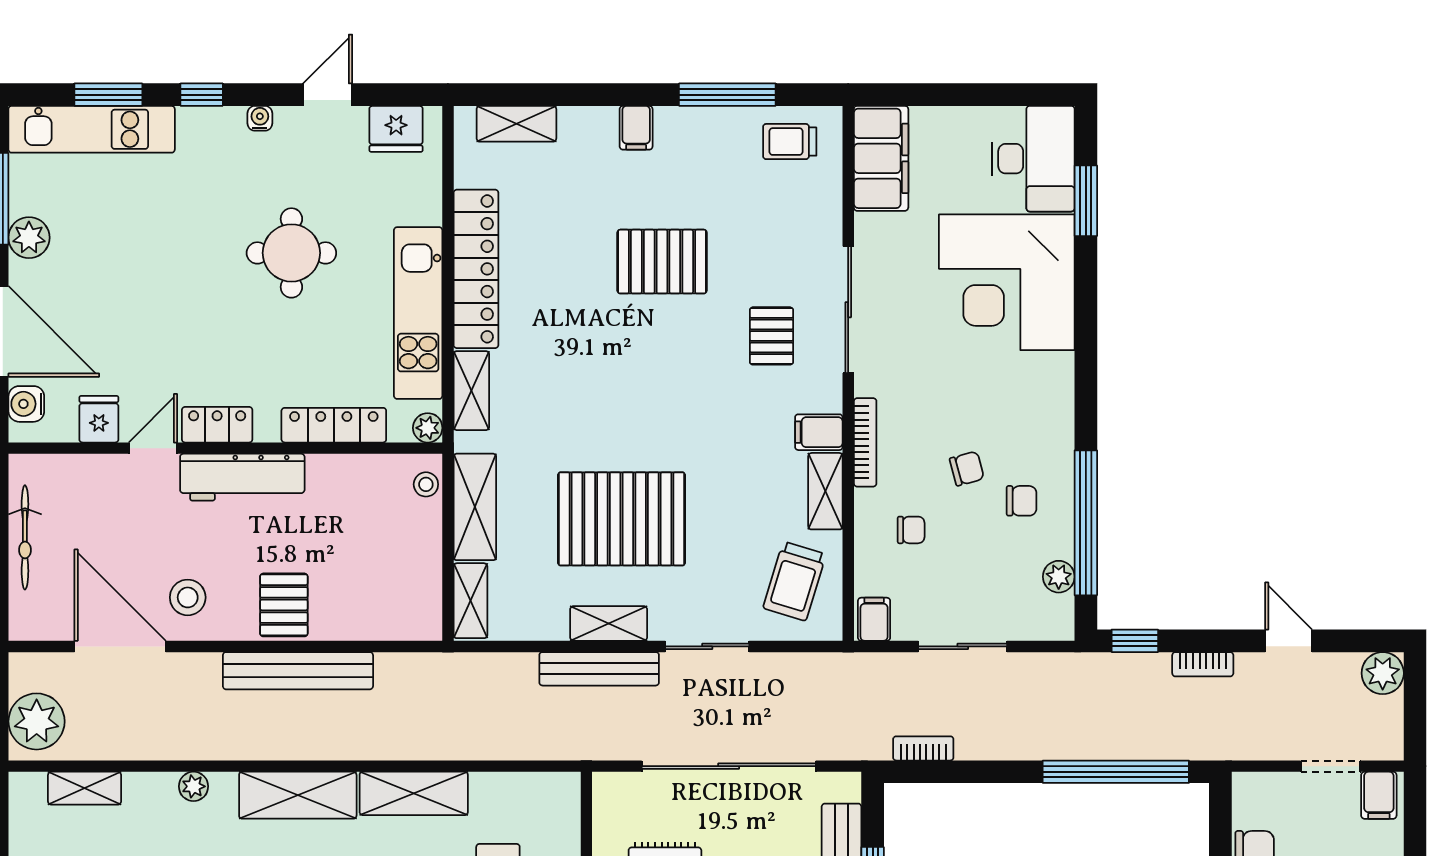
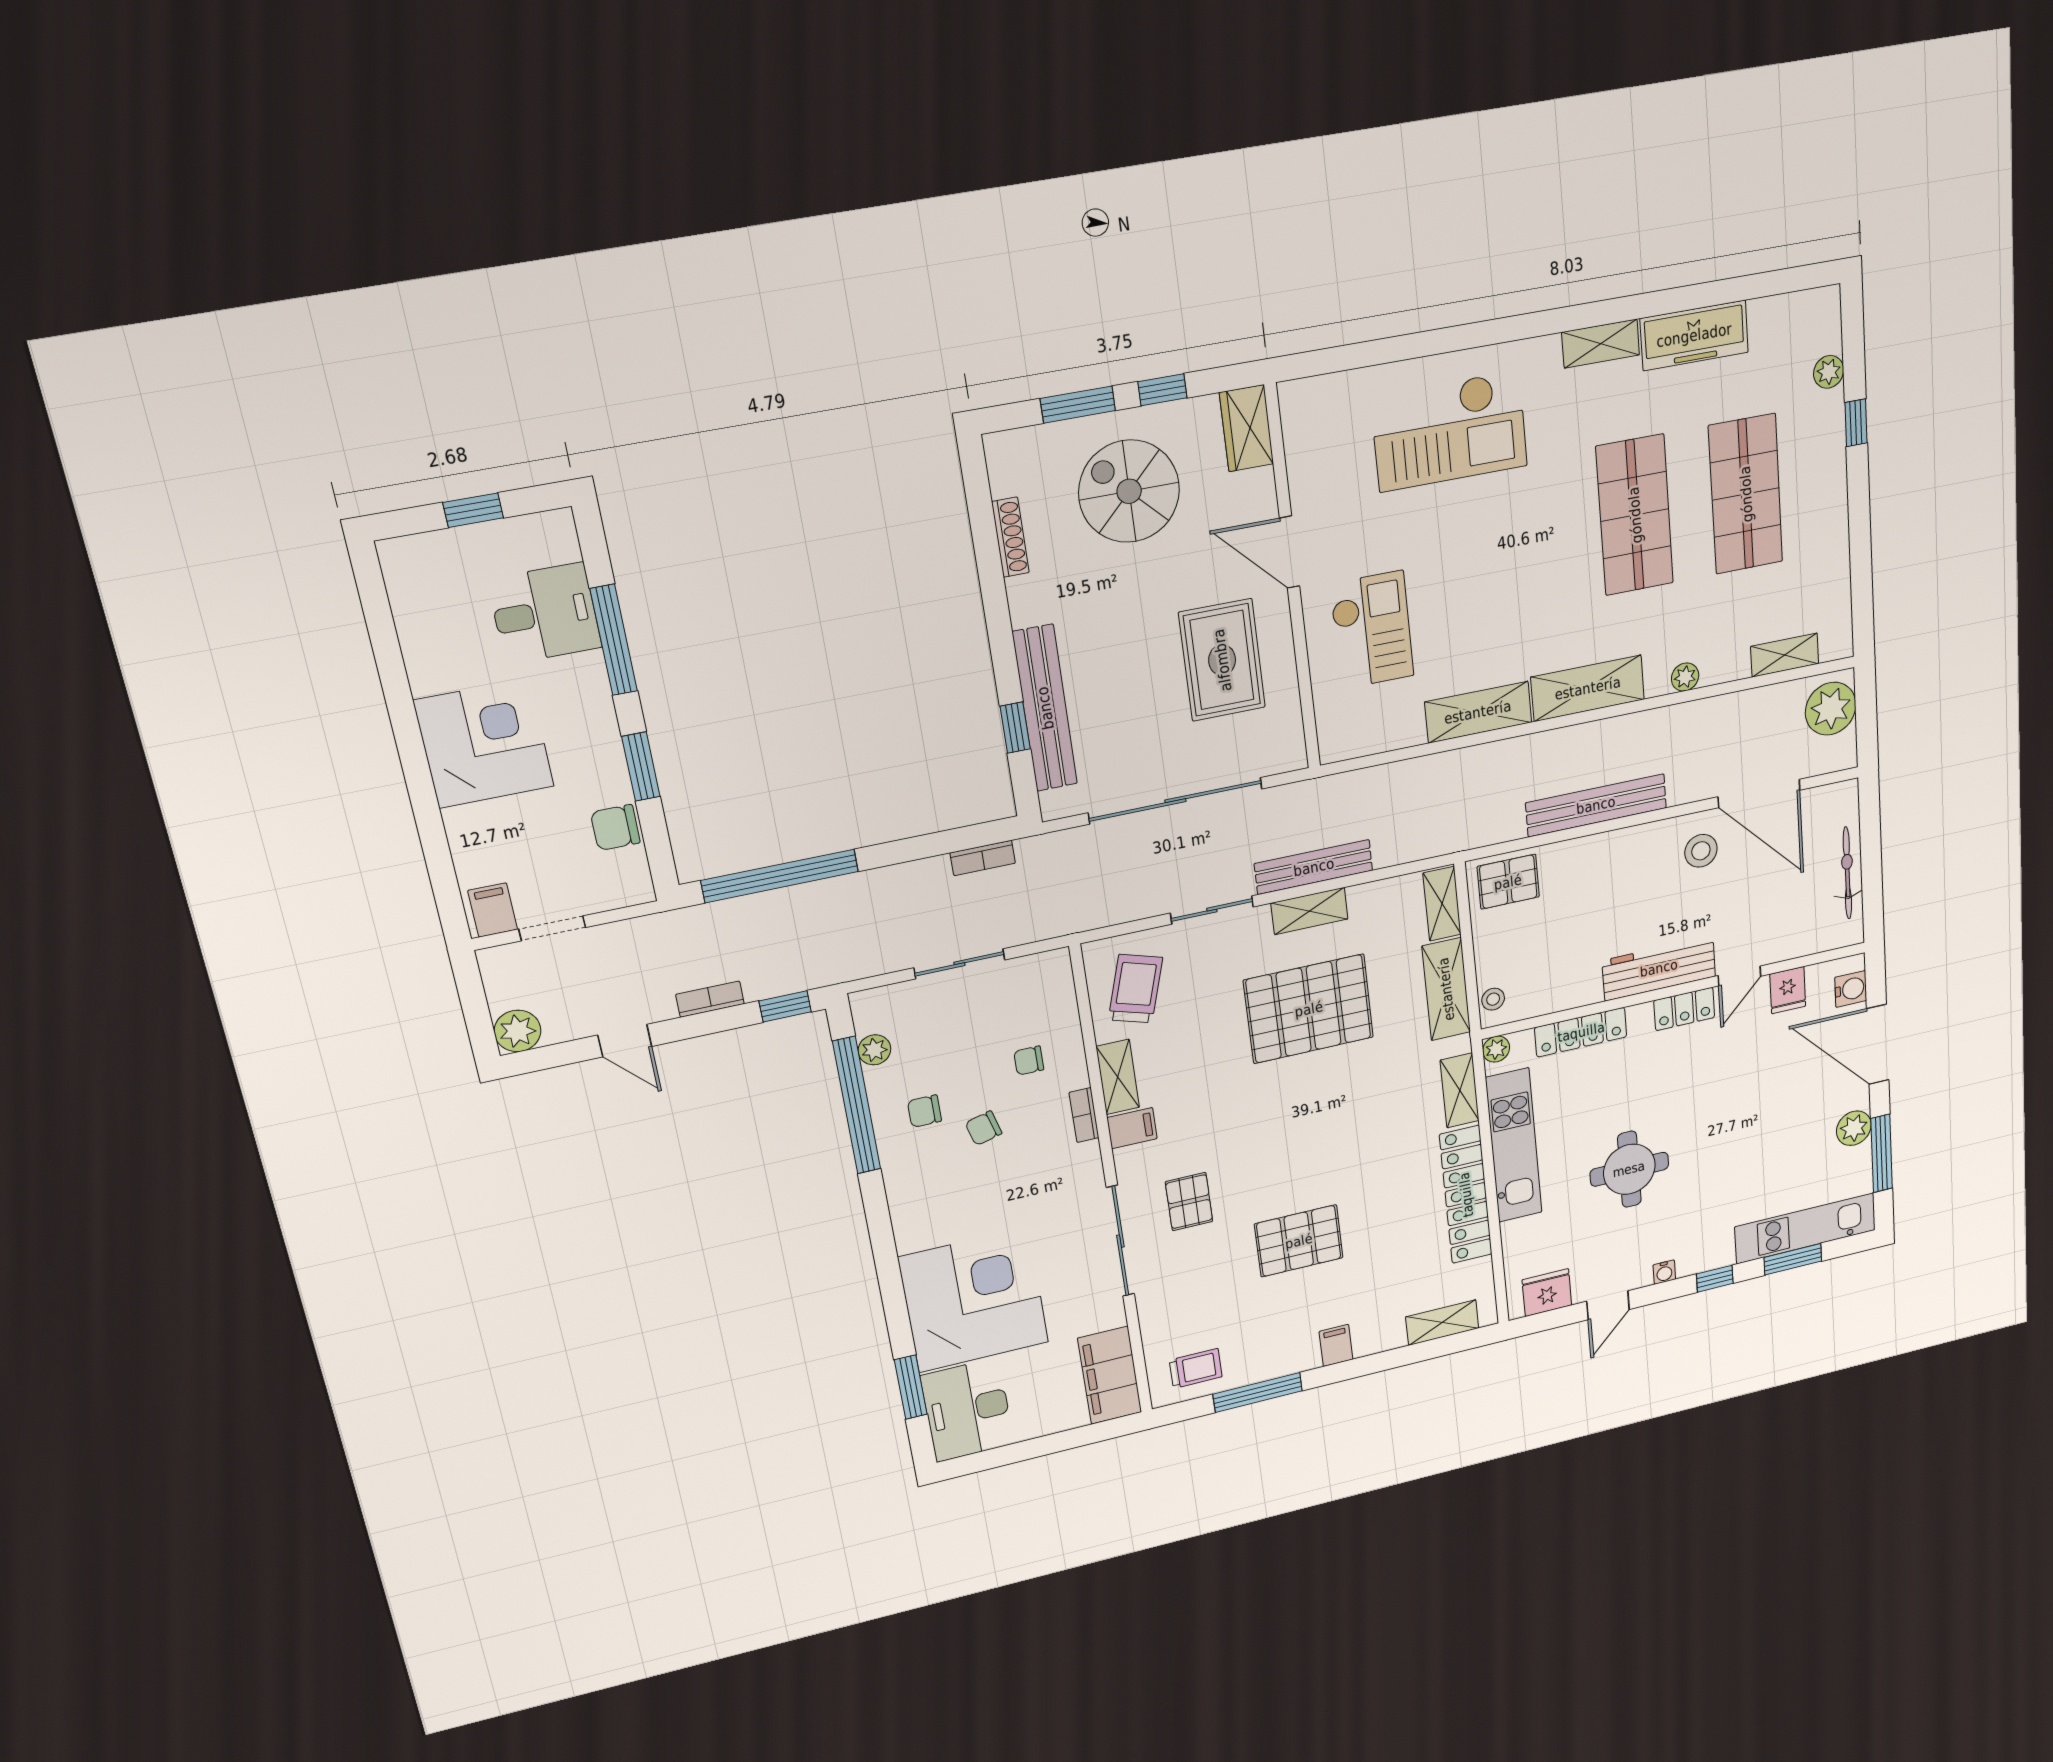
bookcase: (865, 442) -> (1084, 1115), width x0.64
pallet: (284, 605) -> (1508, 882), moved, turned 90
filing cabinet: (874, 619) -> (1052, 970), removed

